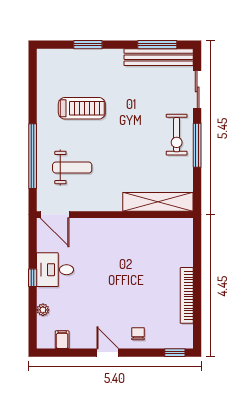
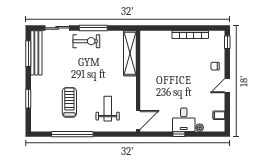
window: (33, 156) -> (72, 134), moved
desk: (55, 270) -> (184, 120), moved

